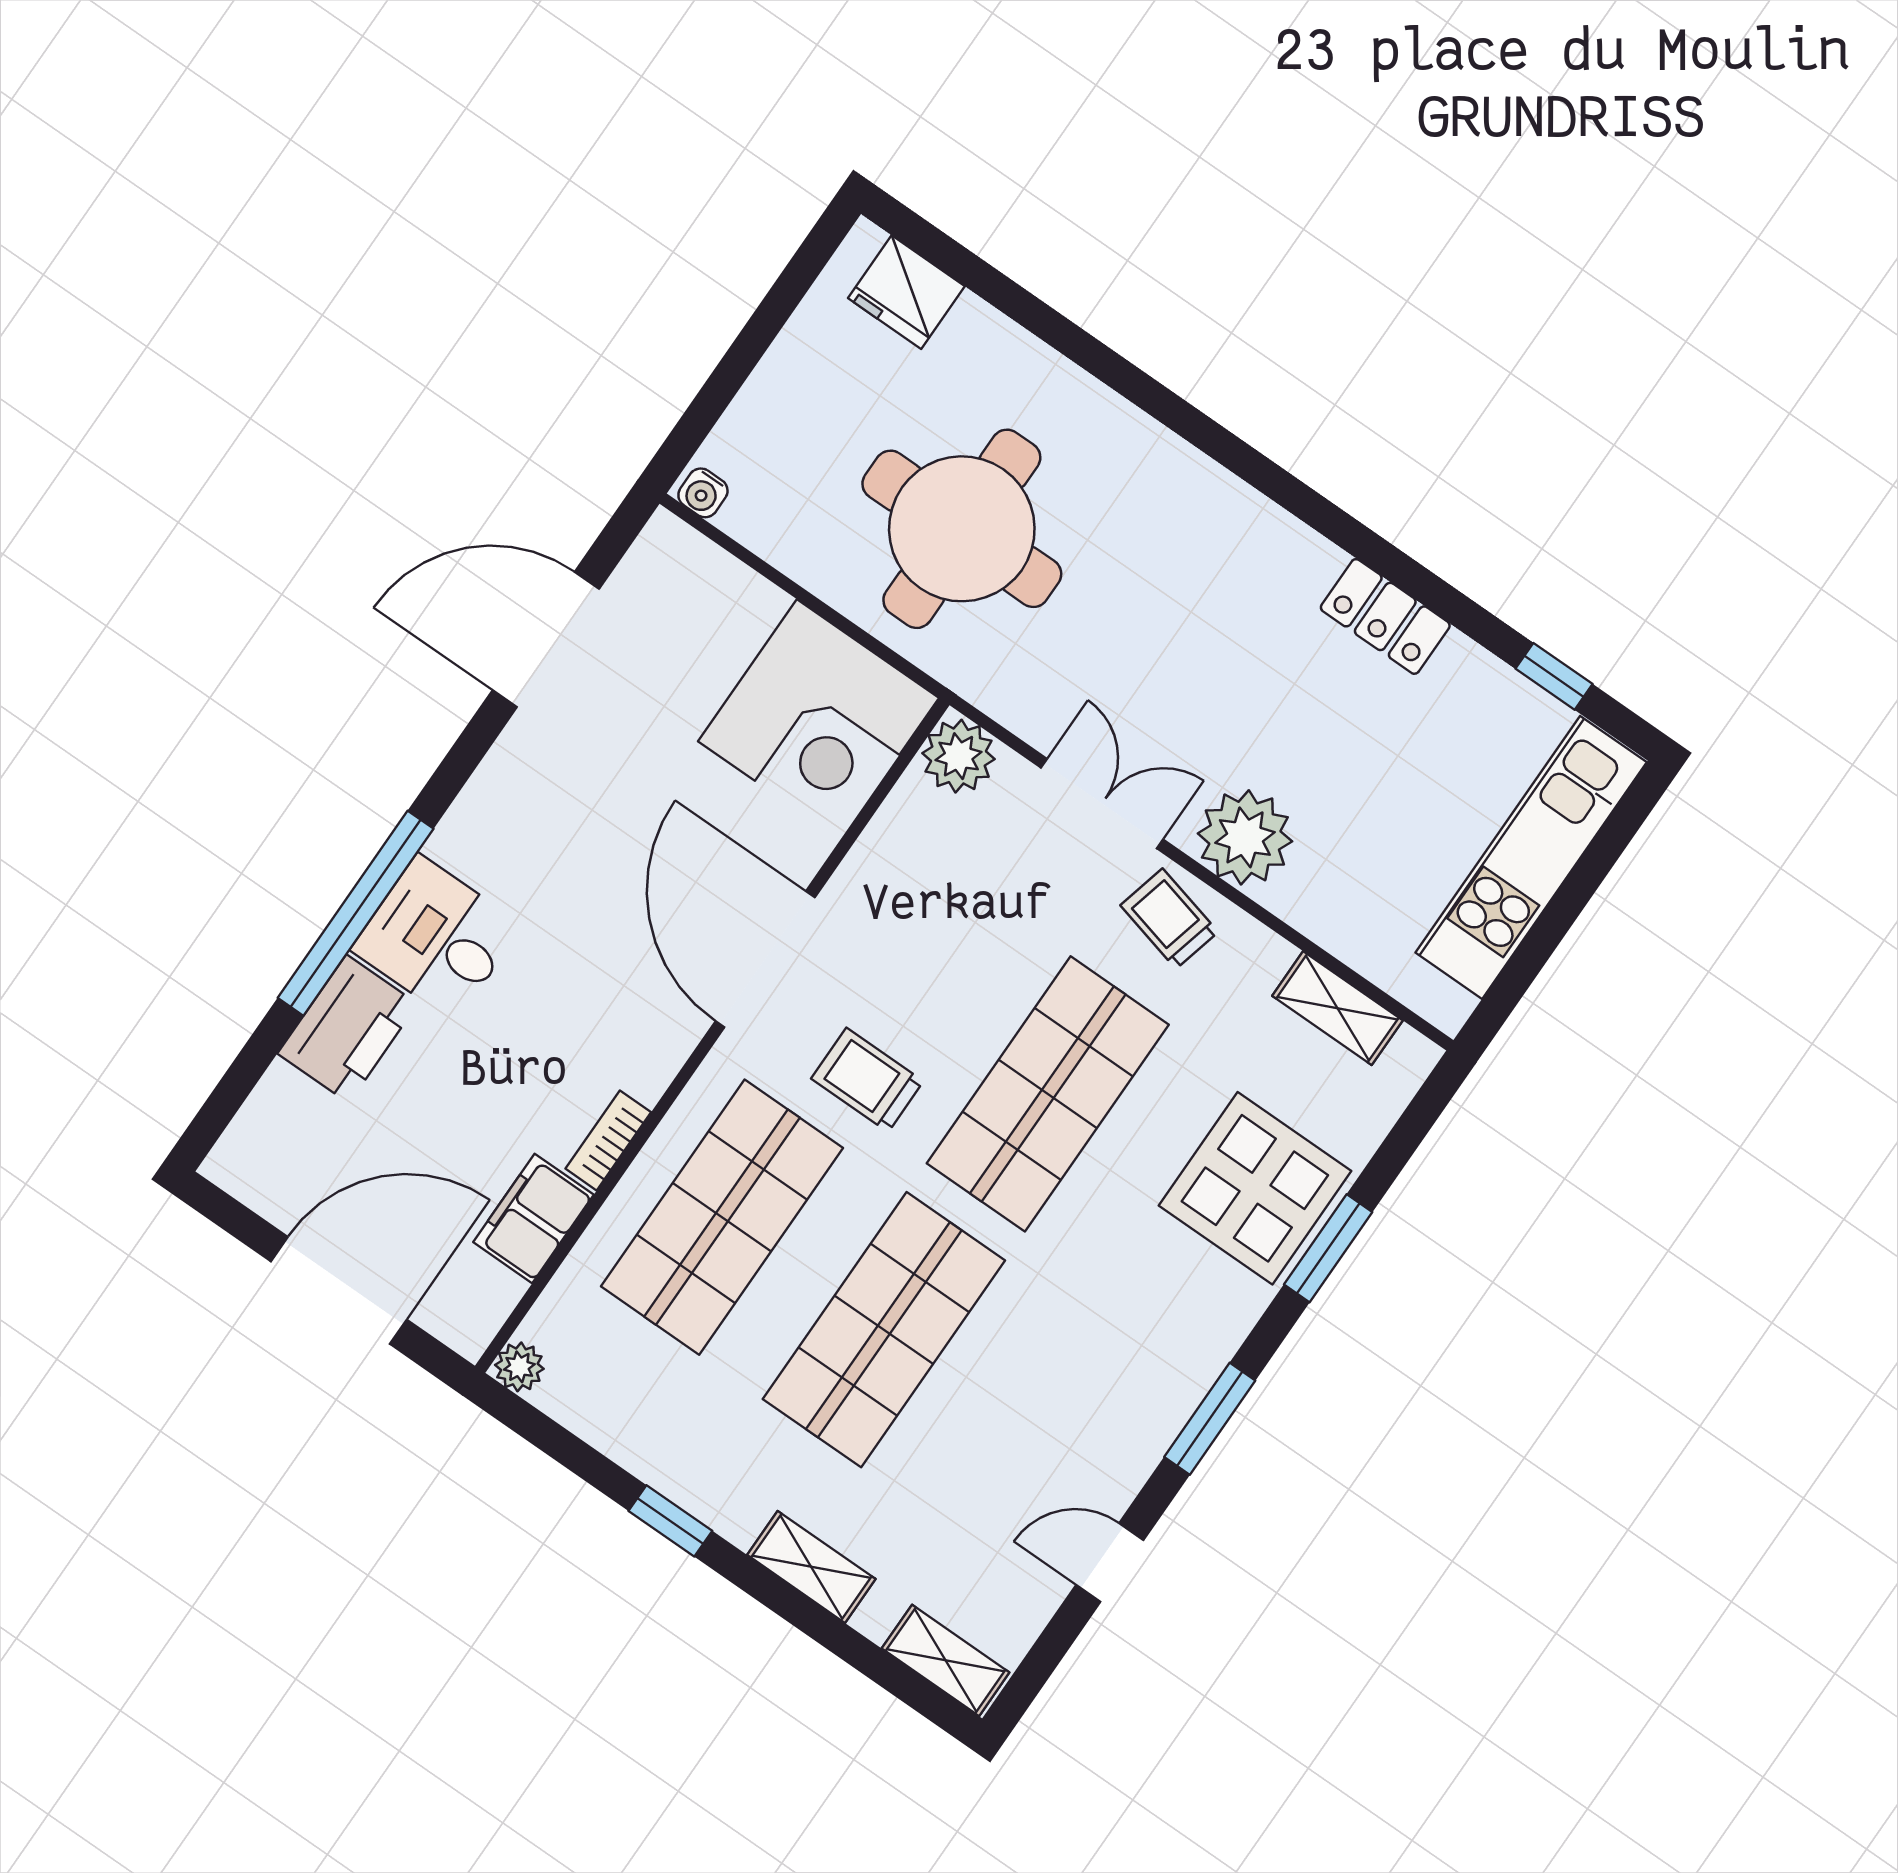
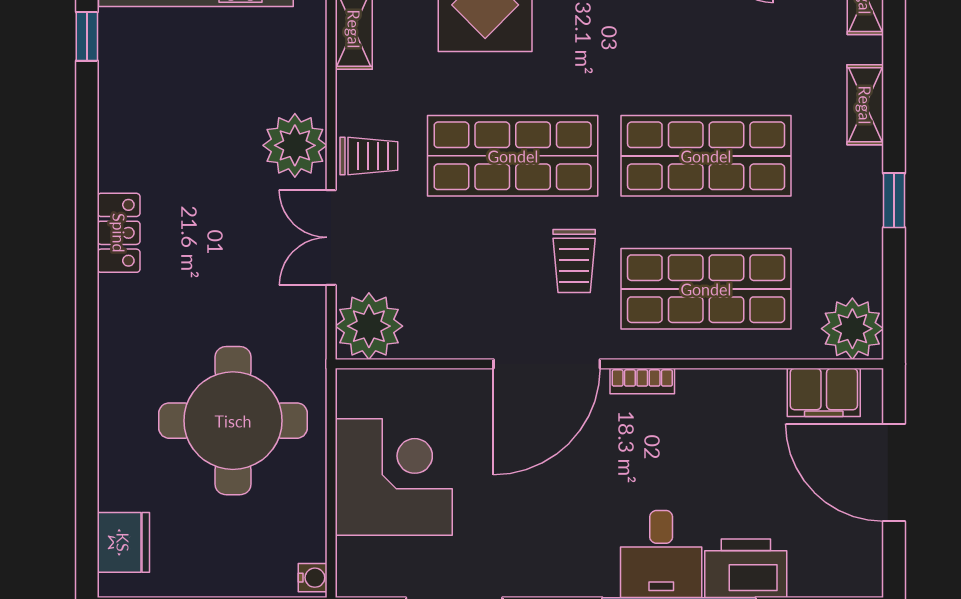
locker: (1385, 616) -> (119, 233), moved
corner desk: (818, 720) -> (394, 477), moved
plant: (959, 756) -> (369, 326), width x1.36, depth x1.36
trolley: (1169, 919) -> (369, 156), turned -104
bookcase: (608, 1140) -> (642, 381), moved
filing cabinet: (533, 1218) -> (824, 392), moved
plant: (519, 1367) -> (852, 329), width x1.87, depth x1.87

